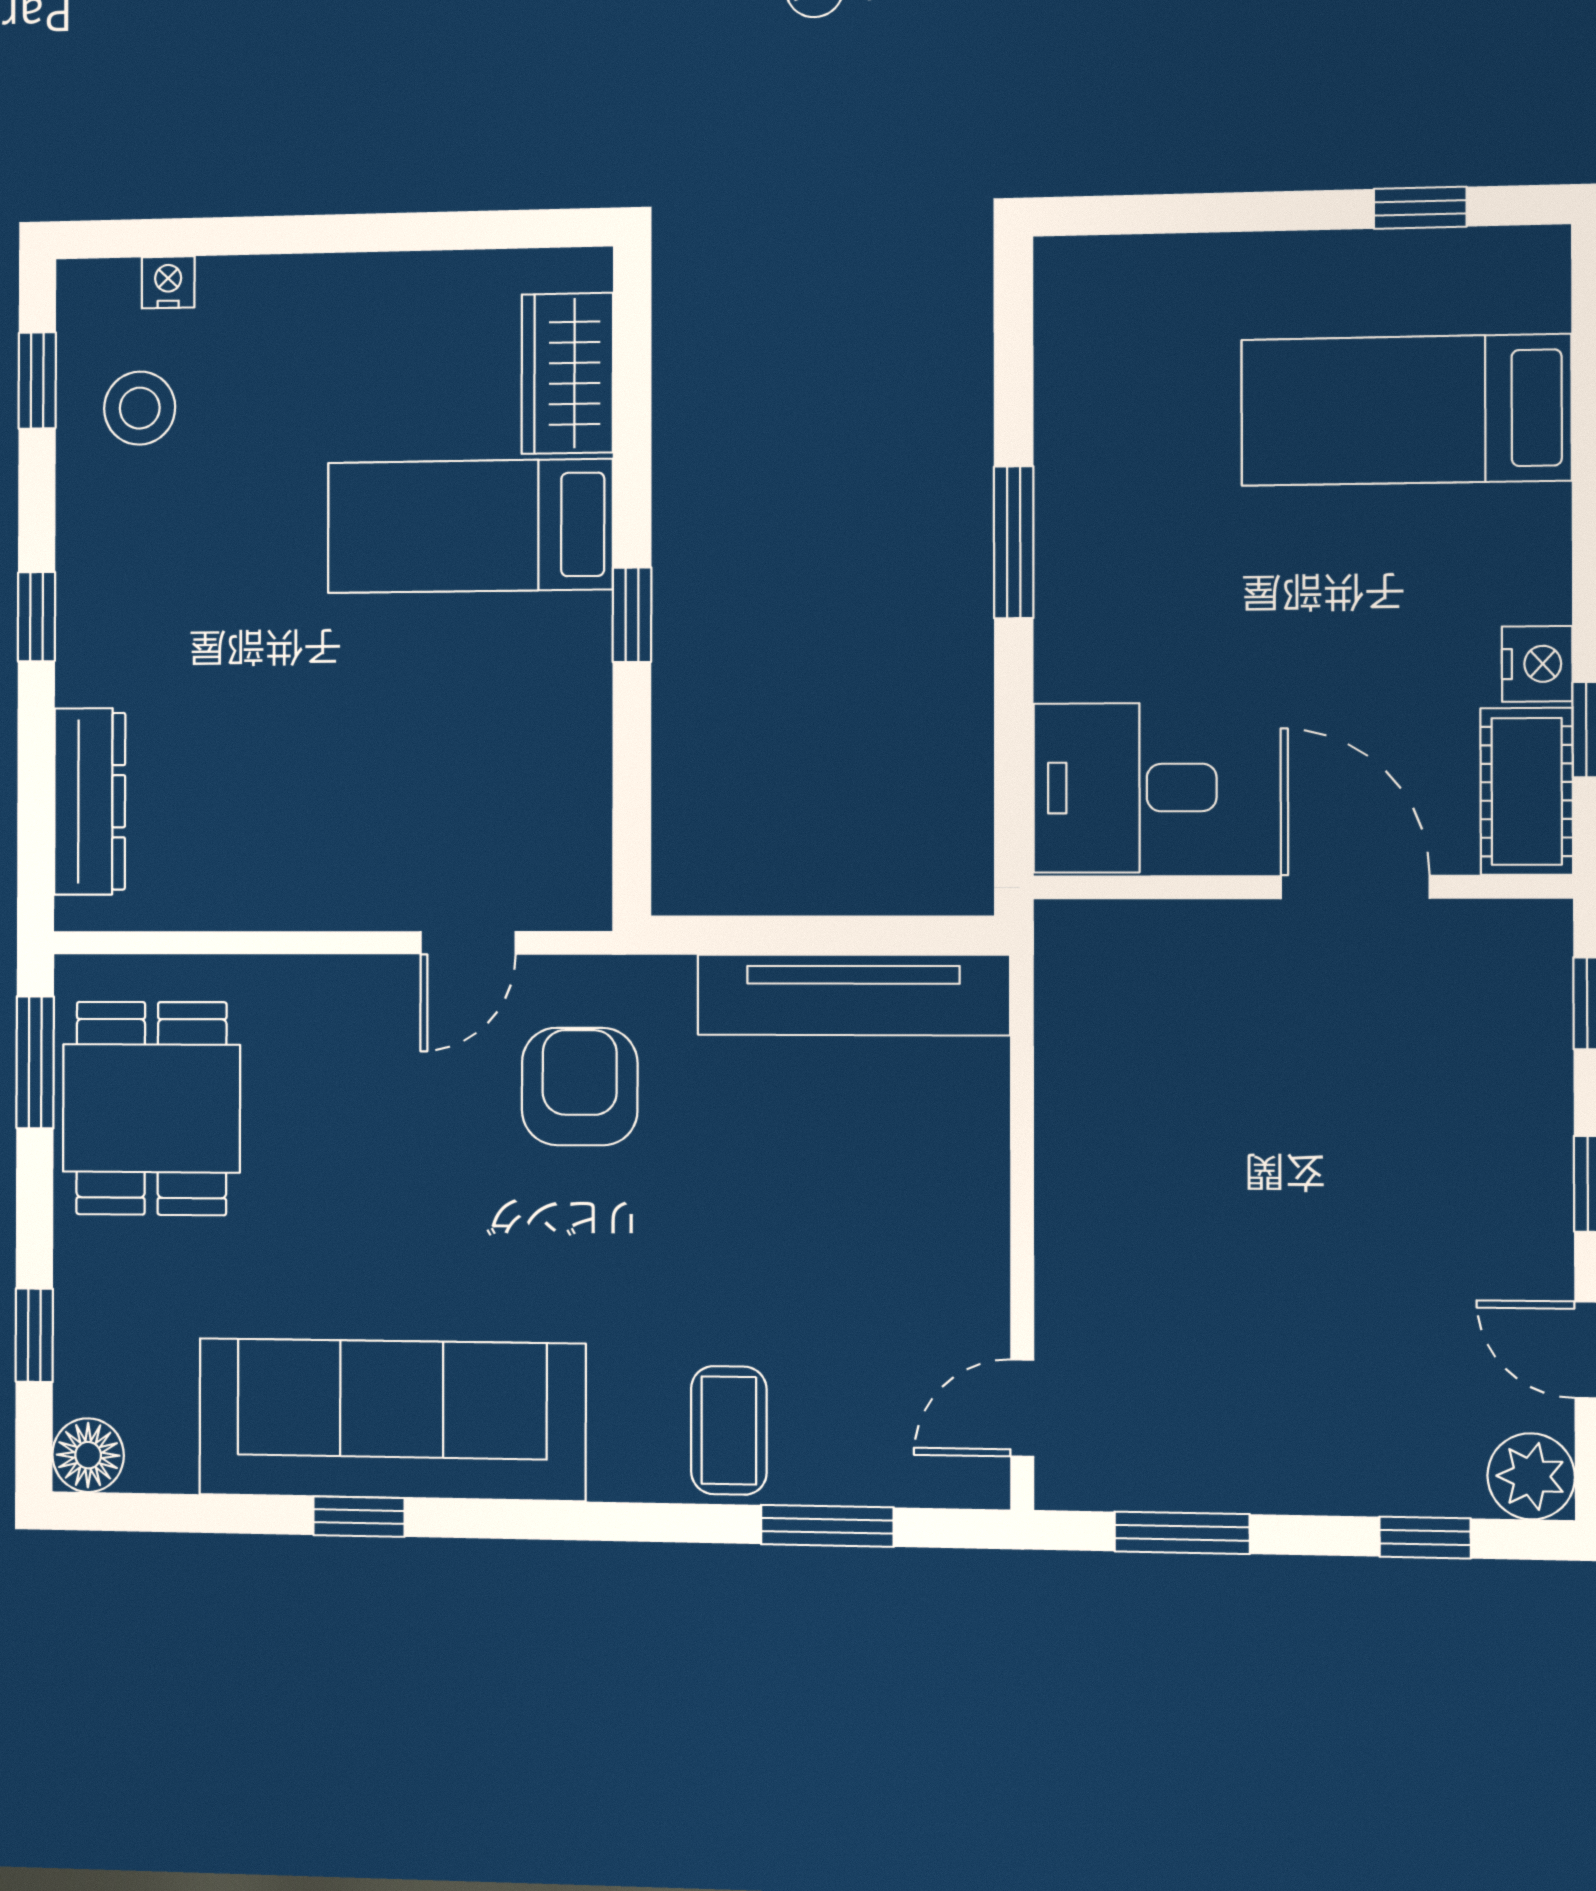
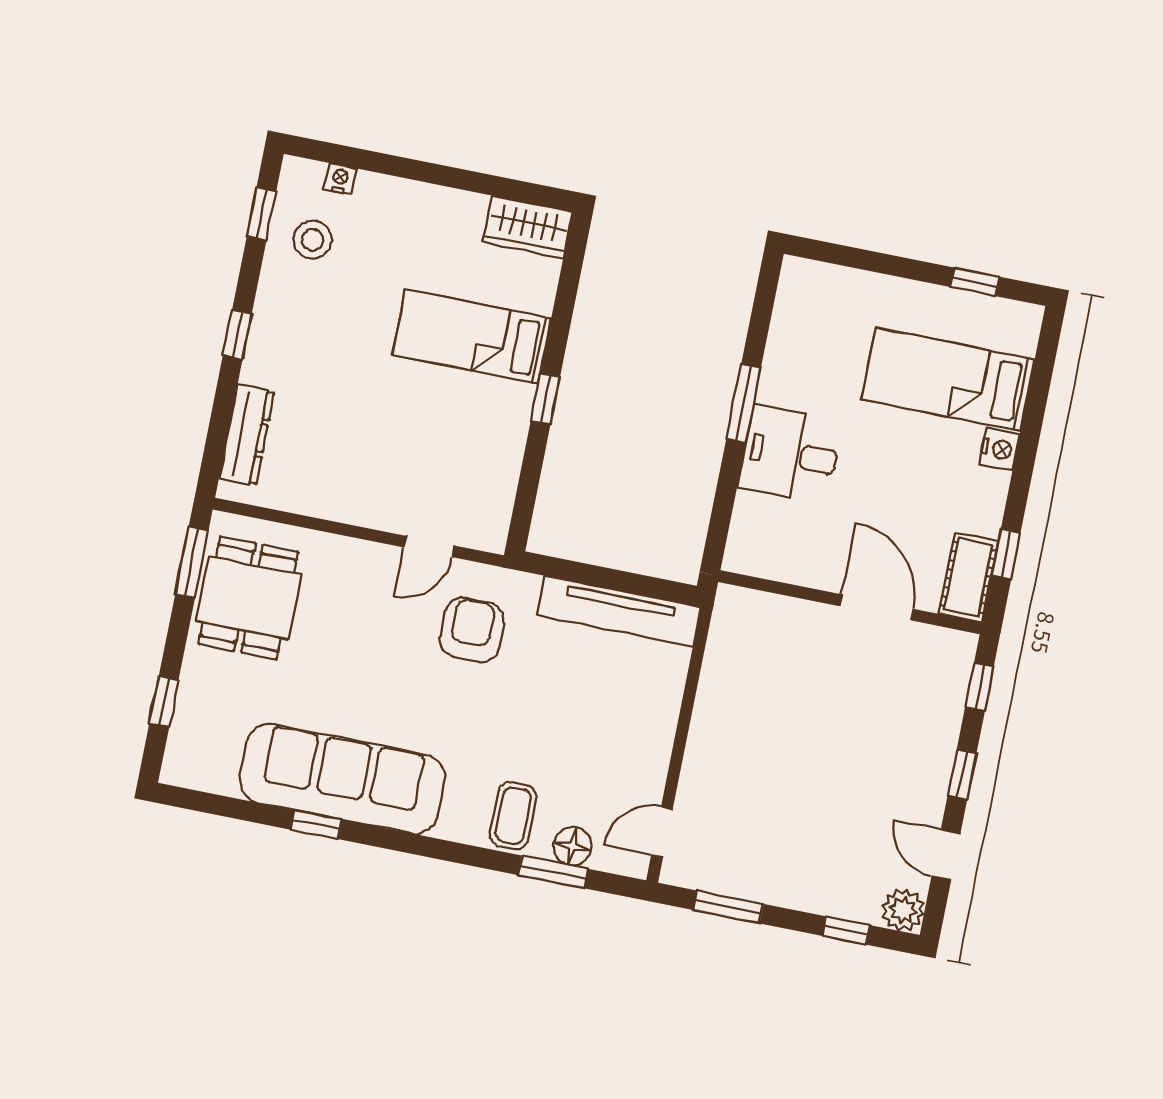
wardrobe: (567, 373) -> (528, 227), moved, turned -90
nightstand: (1537, 664) -> (999, 449), moved
desk: (1125, 788) -> (790, 454), moved
floor lamp: (88, 1455) -> (572, 846), moved

